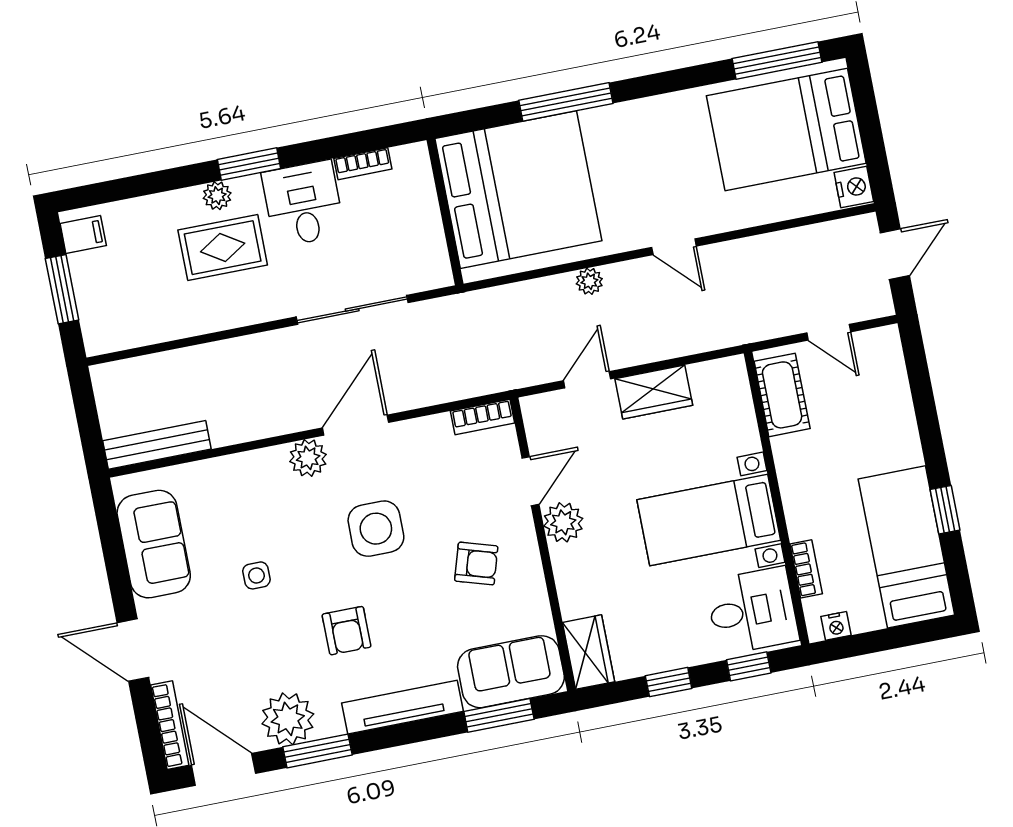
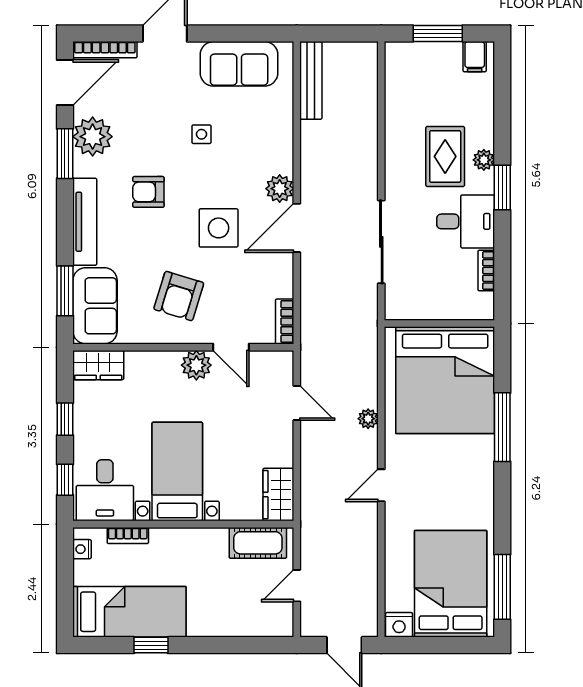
wardrobe: (654, 392) -> (278, 495), moved
door: (356, 425) -> (297, 228), swing flipped
armchair: (476, 564) -> (179, 296), width x1.38, depth x1.38

